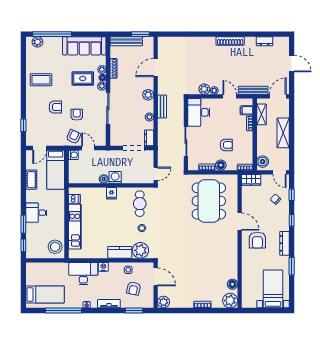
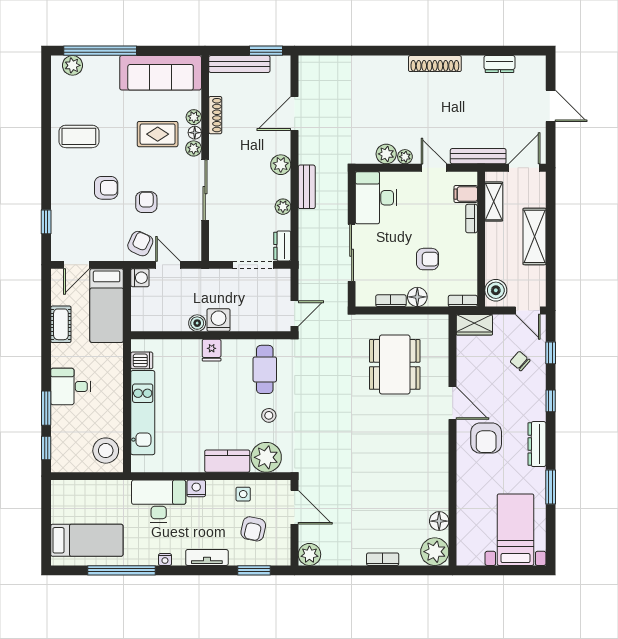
dining table: (209, 201) -> (395, 364), width x0.73, depth x0.80

